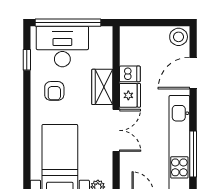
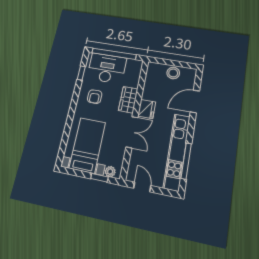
stool: (179, 37) -> (173, 73), moved
dishwasher: (130, 74) -> (149, 94), removed

